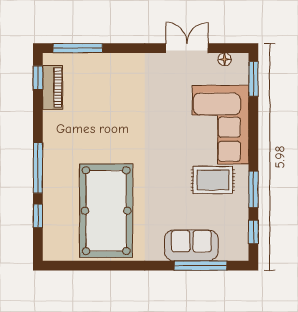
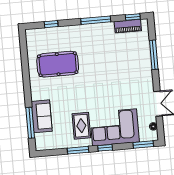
window: (78, 48) -> (154, 55), moved
window: (38, 168) -> (96, 20), moved
pool table: (106, 211) -> (58, 64), width x0.73, depth x0.76
window: (253, 232) -> (105, 148), moved

